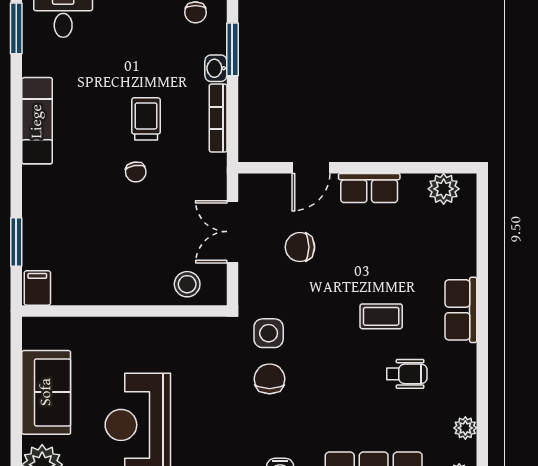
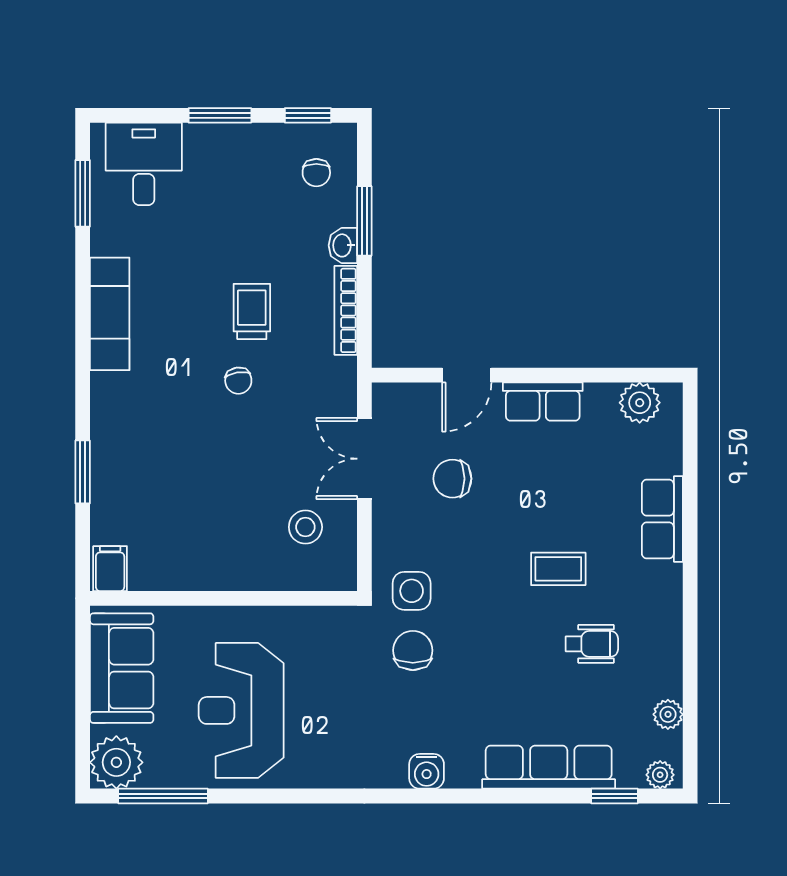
filing cabinet: (37, 288) -> (110, 569), moved
row of seats: (461, 310) -> (662, 519), moved
wall: (124, 311) -> (224, 598), moved

